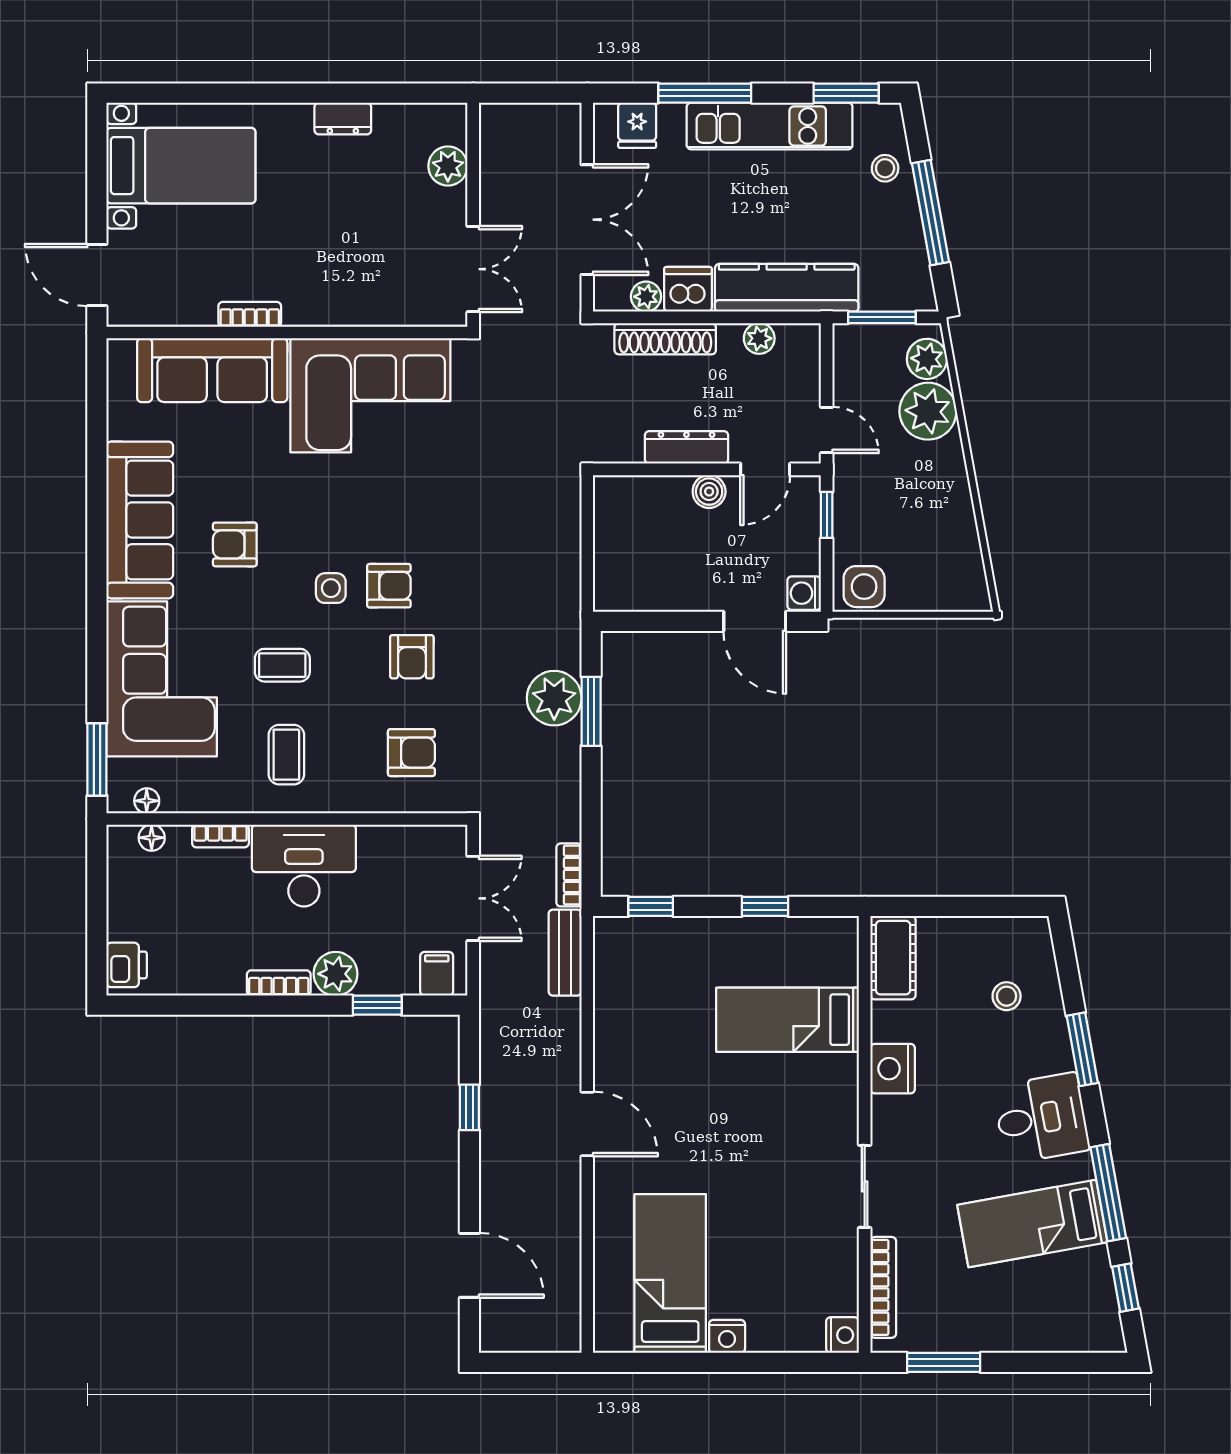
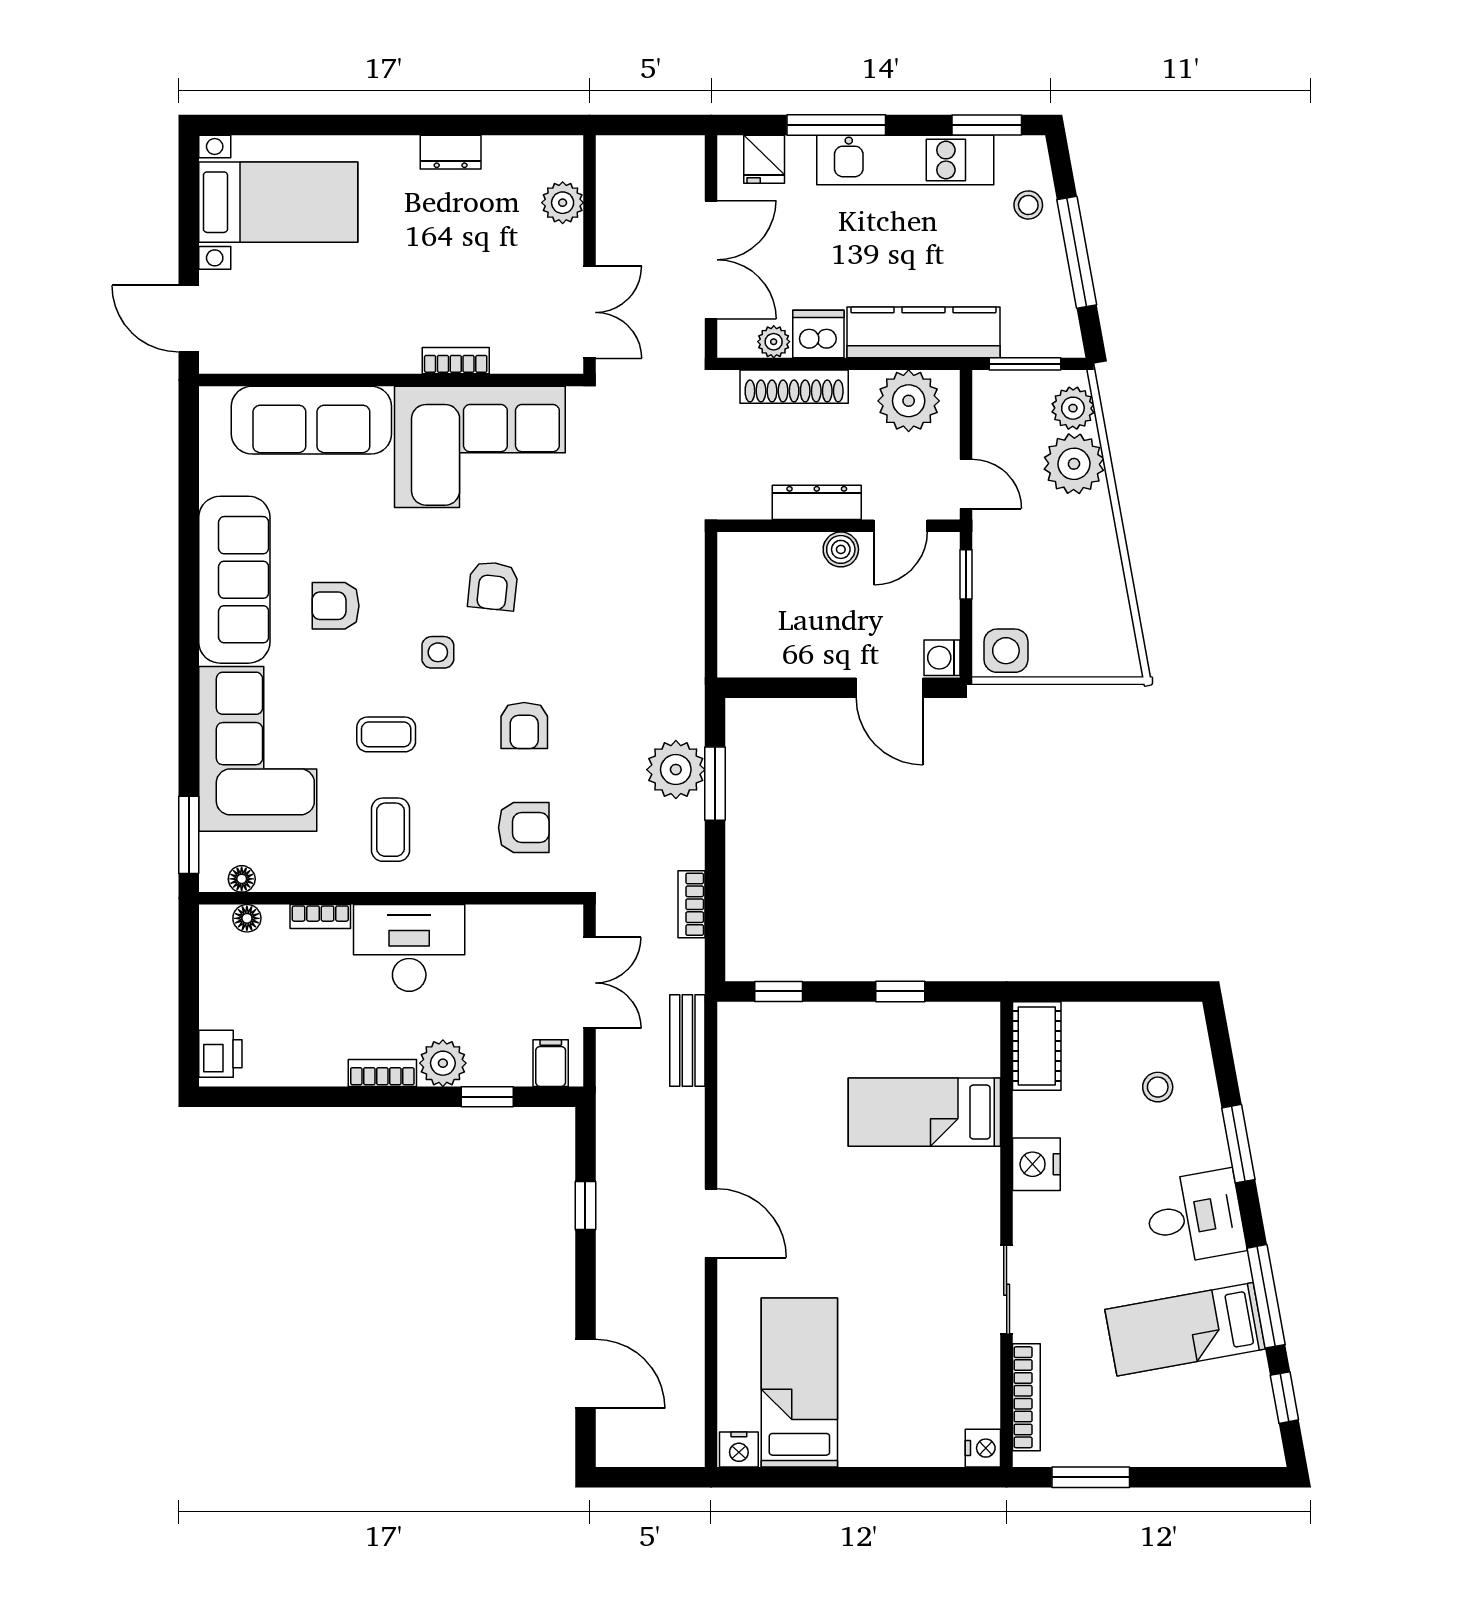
bookcase: (250, 314) -> (456, 361), moved
plant: (759, 338) -> (909, 401), width x1.88, depth x1.88
armchair: (389, 586) -> (493, 586), moved, turned 96
bookcase: (569, 875) -> (691, 904), moved
nightstand: (727, 1336) -> (739, 1449), moved

